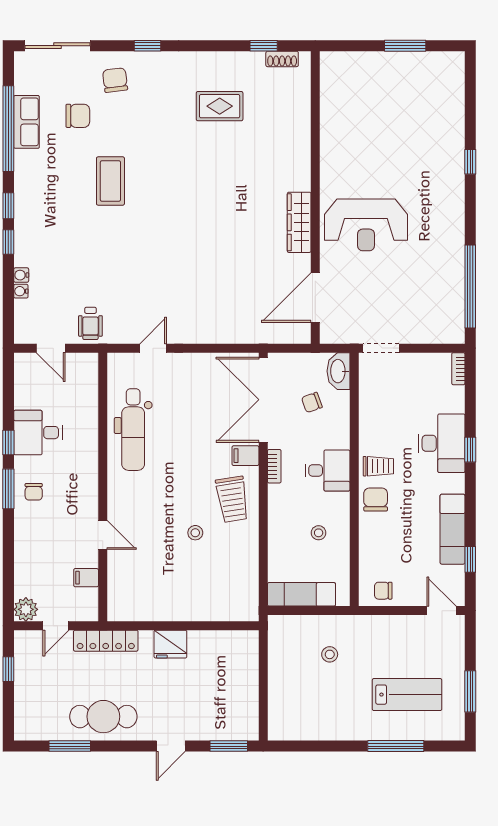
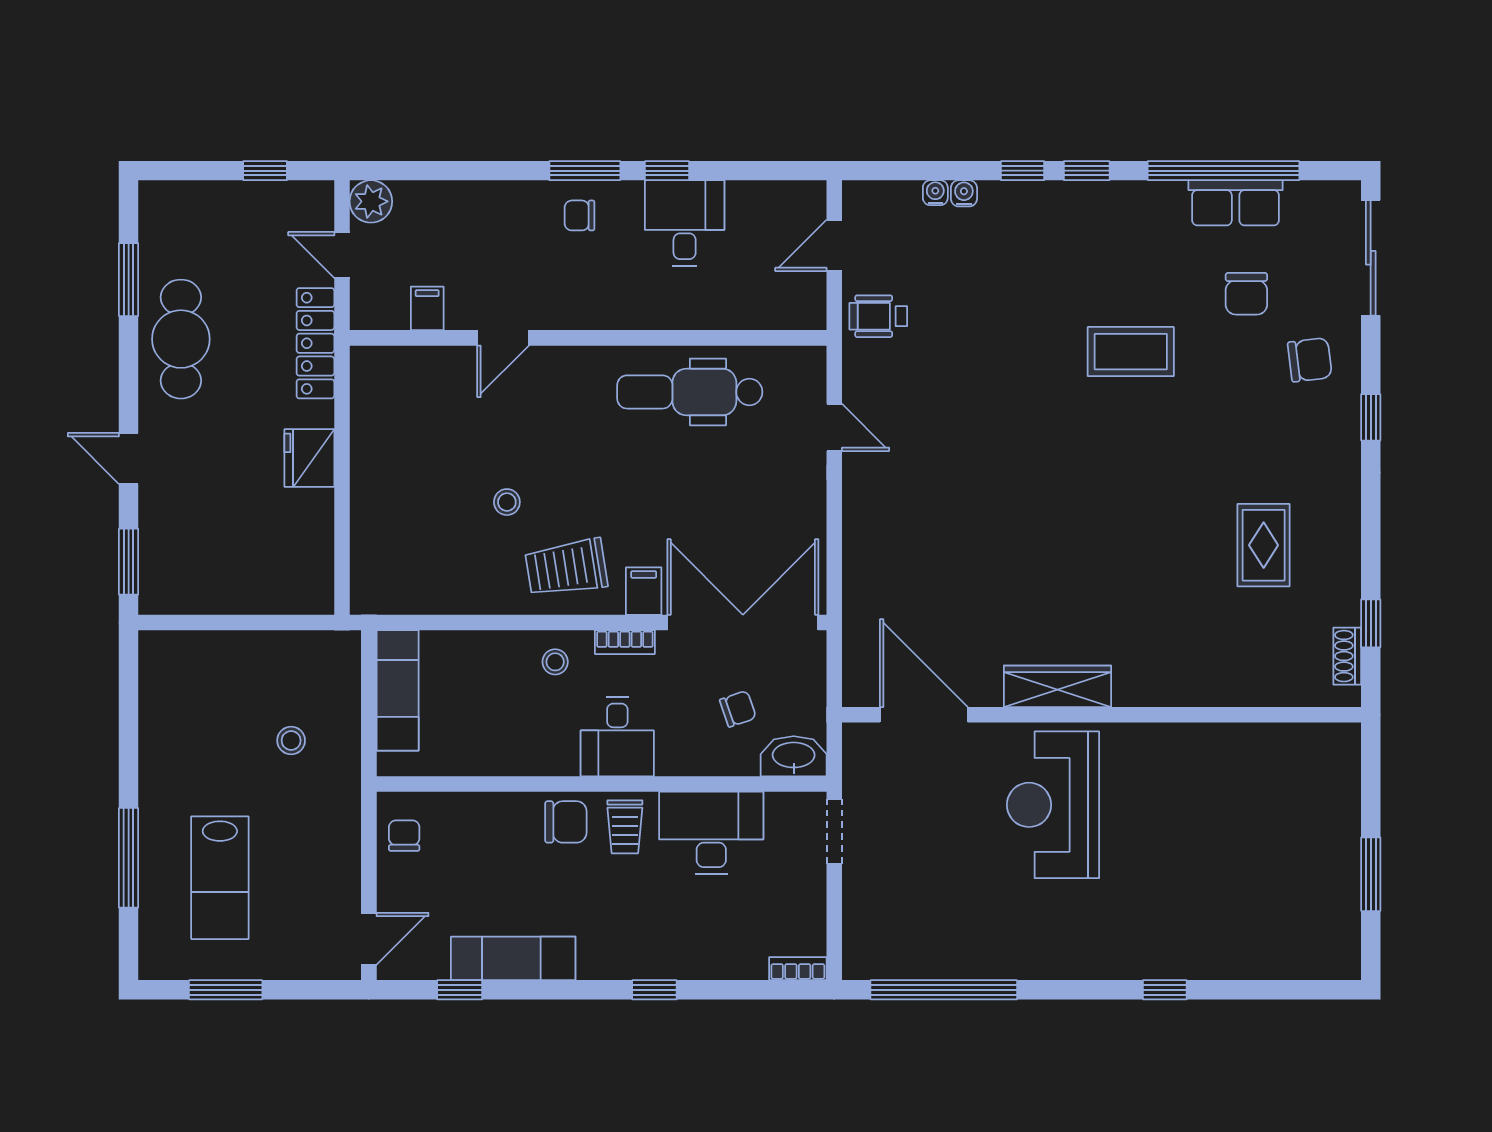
chair: (312, 402) -> (738, 709), turned 91
desk: (442, 443) -> (711, 833), moved, turned 180
stool: (319, 533) -> (555, 662), moved

